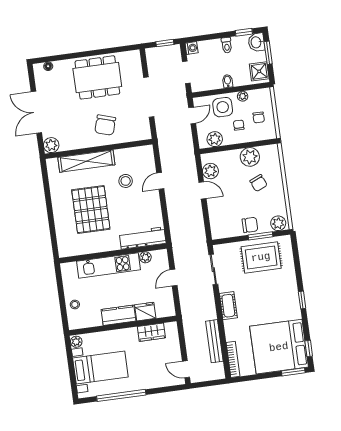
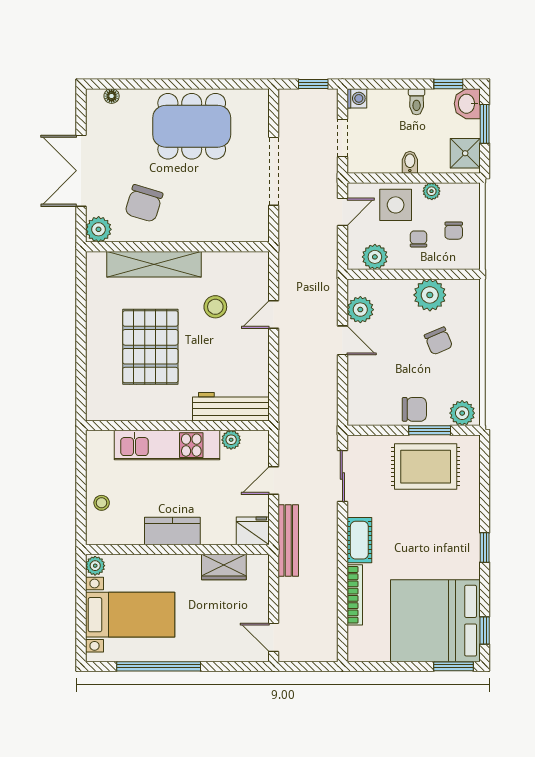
chair: (105, 125) -> (144, 203), moved
fridge: (145, 312) -> (253, 531), moved
bench: (214, 341) -> (288, 540), moved
bookcase: (233, 359) -> (355, 595), moved

